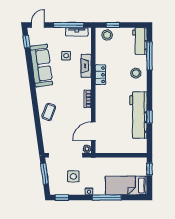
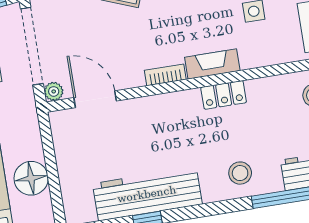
fireplace: (86, 66) -> (212, 64), moved
floor lamp: (123, 165) -> (31, 178), added

